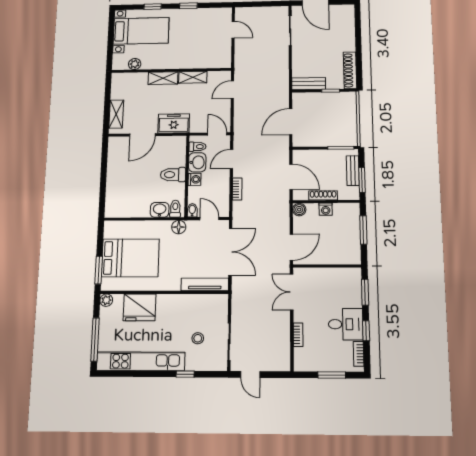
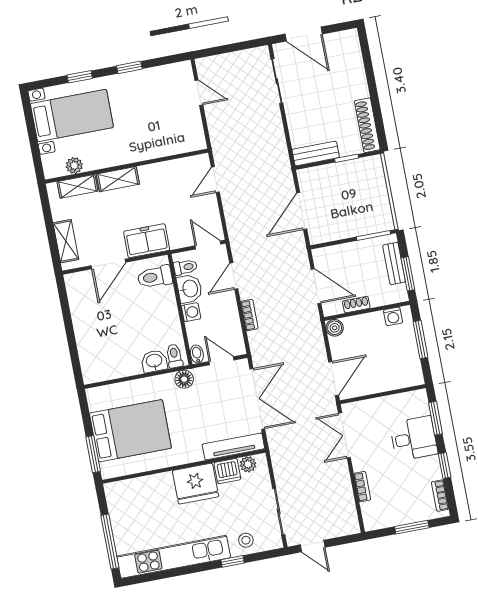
shelving: (193, 77) -> (77, 186), moved
toilet: (173, 175) -> (155, 277), moved
shoe rack: (323, 195) -> (356, 305), width x0.70
washing machine: (326, 209) -> (393, 316), moved
plant: (106, 300) -> (248, 464), moved
dishwasher: (196, 302) -> (227, 471), added
fridge: (140, 307) -> (196, 484), moved
desk: (346, 324) -> (414, 438), moved
stool: (198, 338) -> (246, 540), moved

